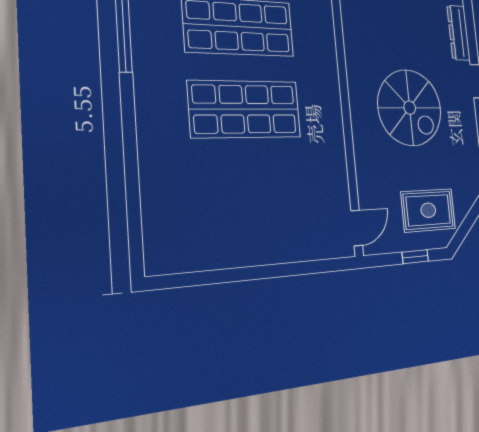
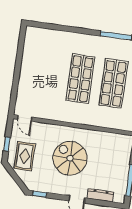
spiral stairs: (410, 108) -> (70, 158), turned 90

